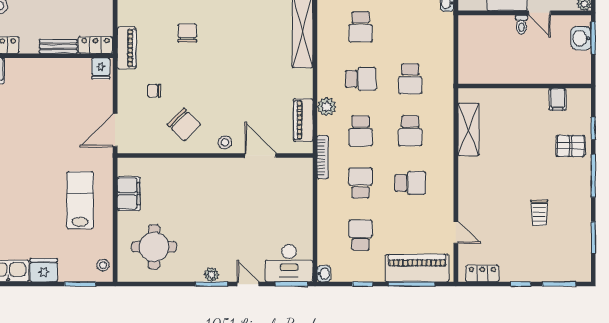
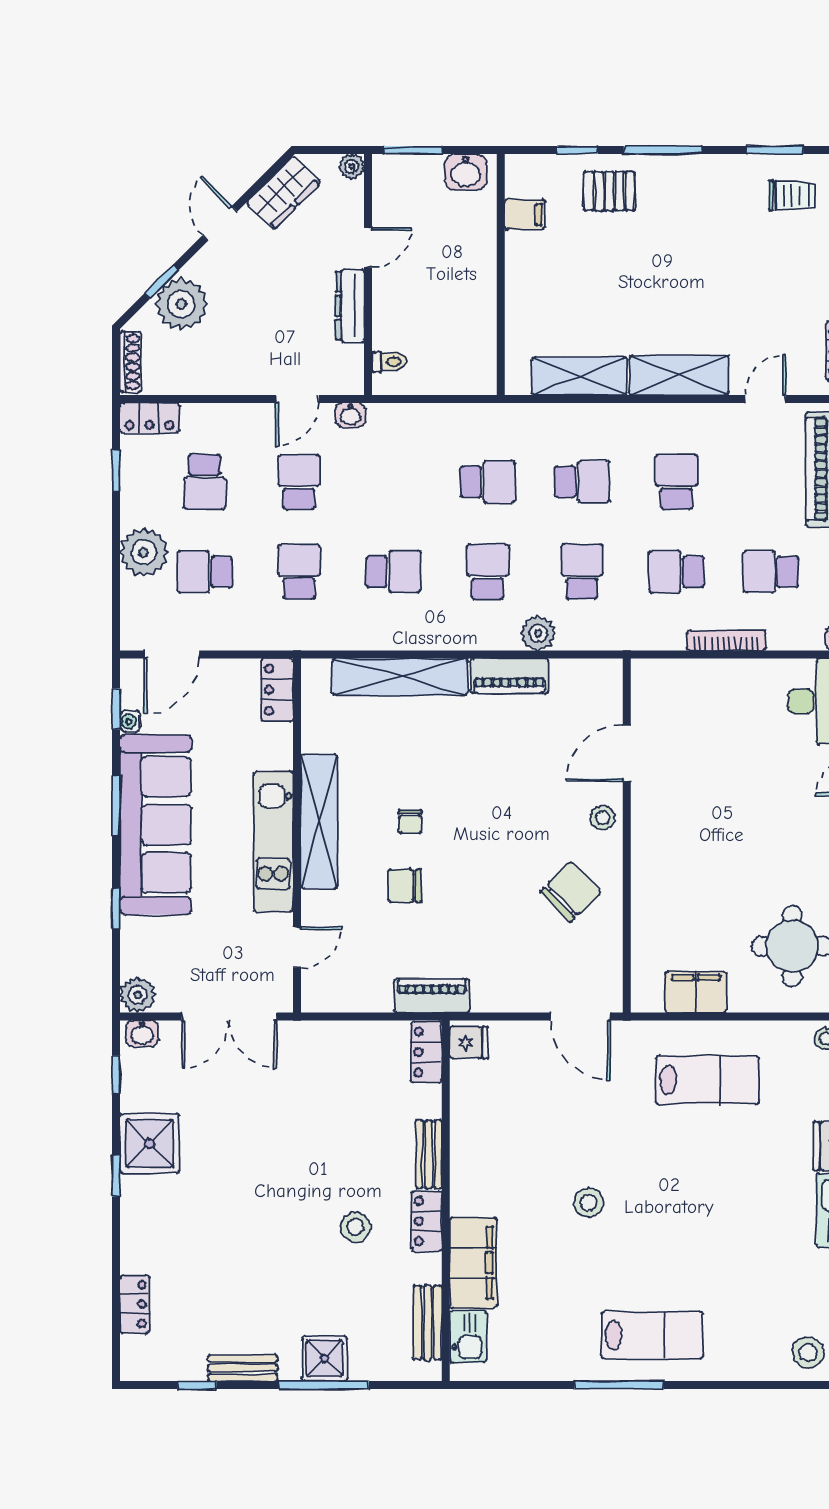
toilet: (521, 24) -> (389, 362), moved
washbasin: (581, 38) -> (466, 172), moved
bench: (58, 46) -> (429, 1154), moved
chair: (154, 91) -> (410, 821), moved
piano: (303, 120) -> (509, 676), moved
school desk: (361, 131) -> (582, 572), turned -90
stool: (12, 135) -> (589, 1203), added
pallet: (570, 146) -> (609, 191), turned 90
bookcase: (323, 157) -> (726, 640), moved
shelving: (469, 184) -> (679, 375), added
lab bench: (80, 200) -> (708, 1080), turned 180
trolley: (539, 213) -> (792, 195), moved

